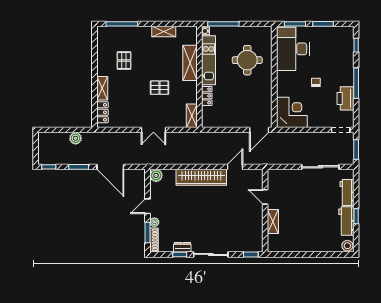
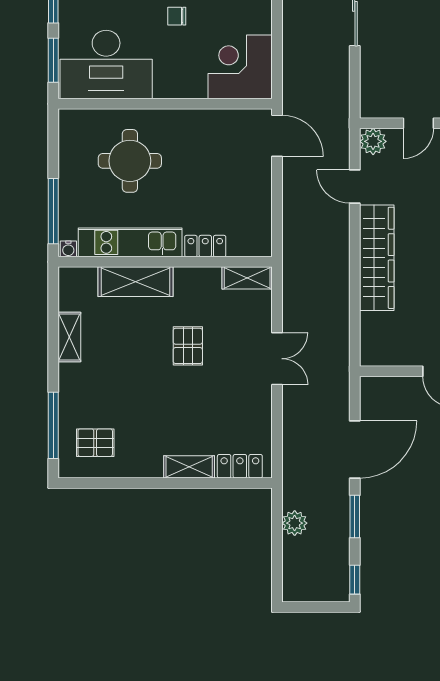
pallet: (124, 61) -> (95, 443), moved
plant: (156, 175) -> (373, 141), moved

